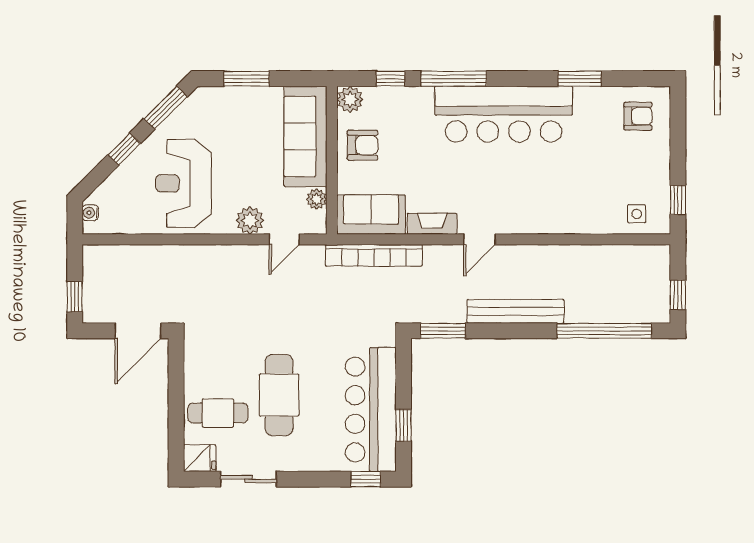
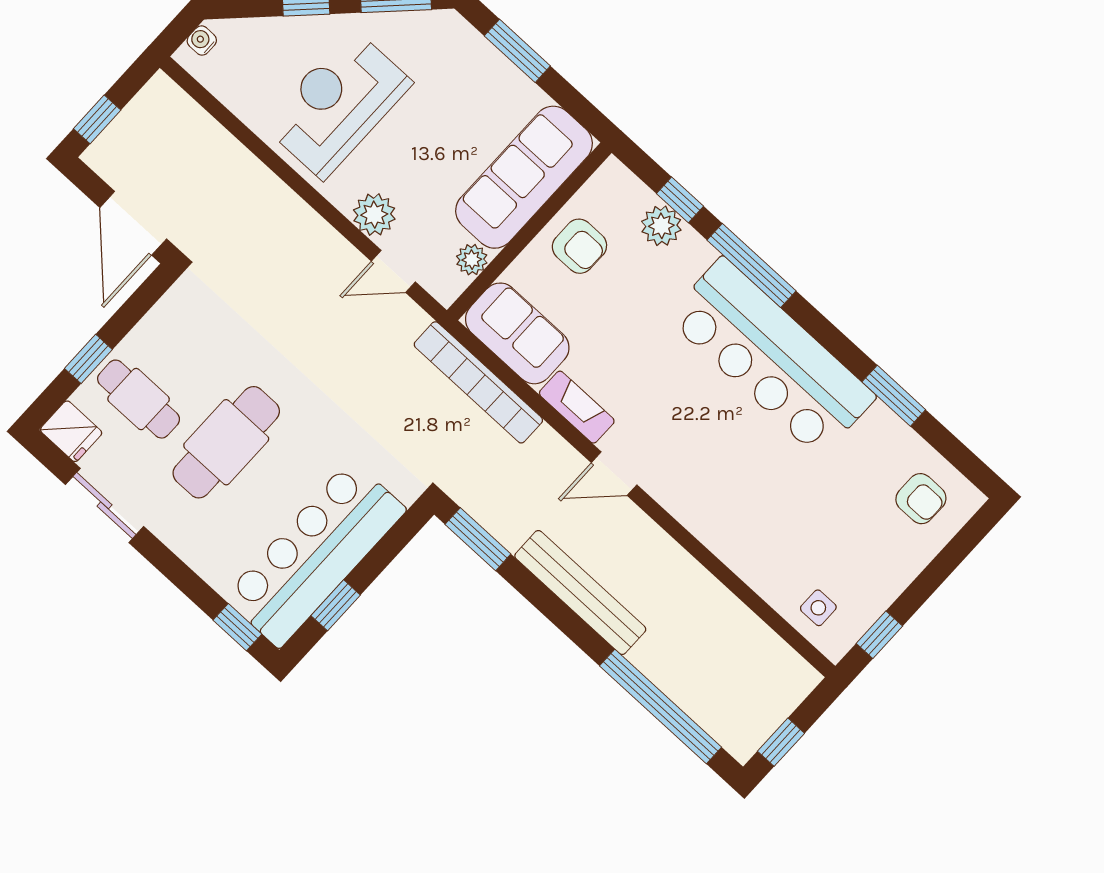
plant: (350, 99) -> (661, 226), moved
door: (138, 331) -> (133, 223), hinge flipped
window: (176, 416) -> (88, 359), added

